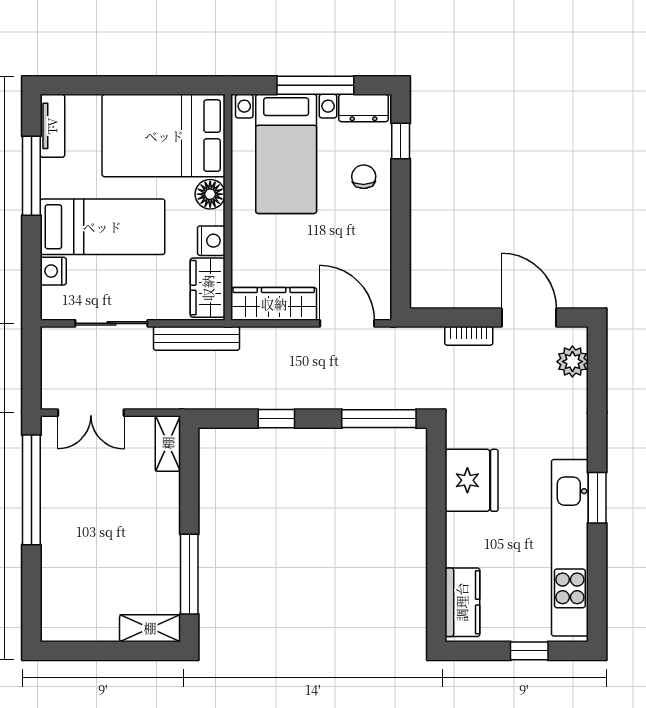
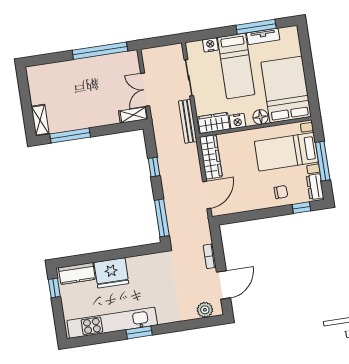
tv unit: (52, 126) -> (263, 36), moved
double door: (91, 413) -> (145, 90), moved
fridge: (472, 480) -> (111, 273), moved
window: (529, 651) -> (54, 288), moved

